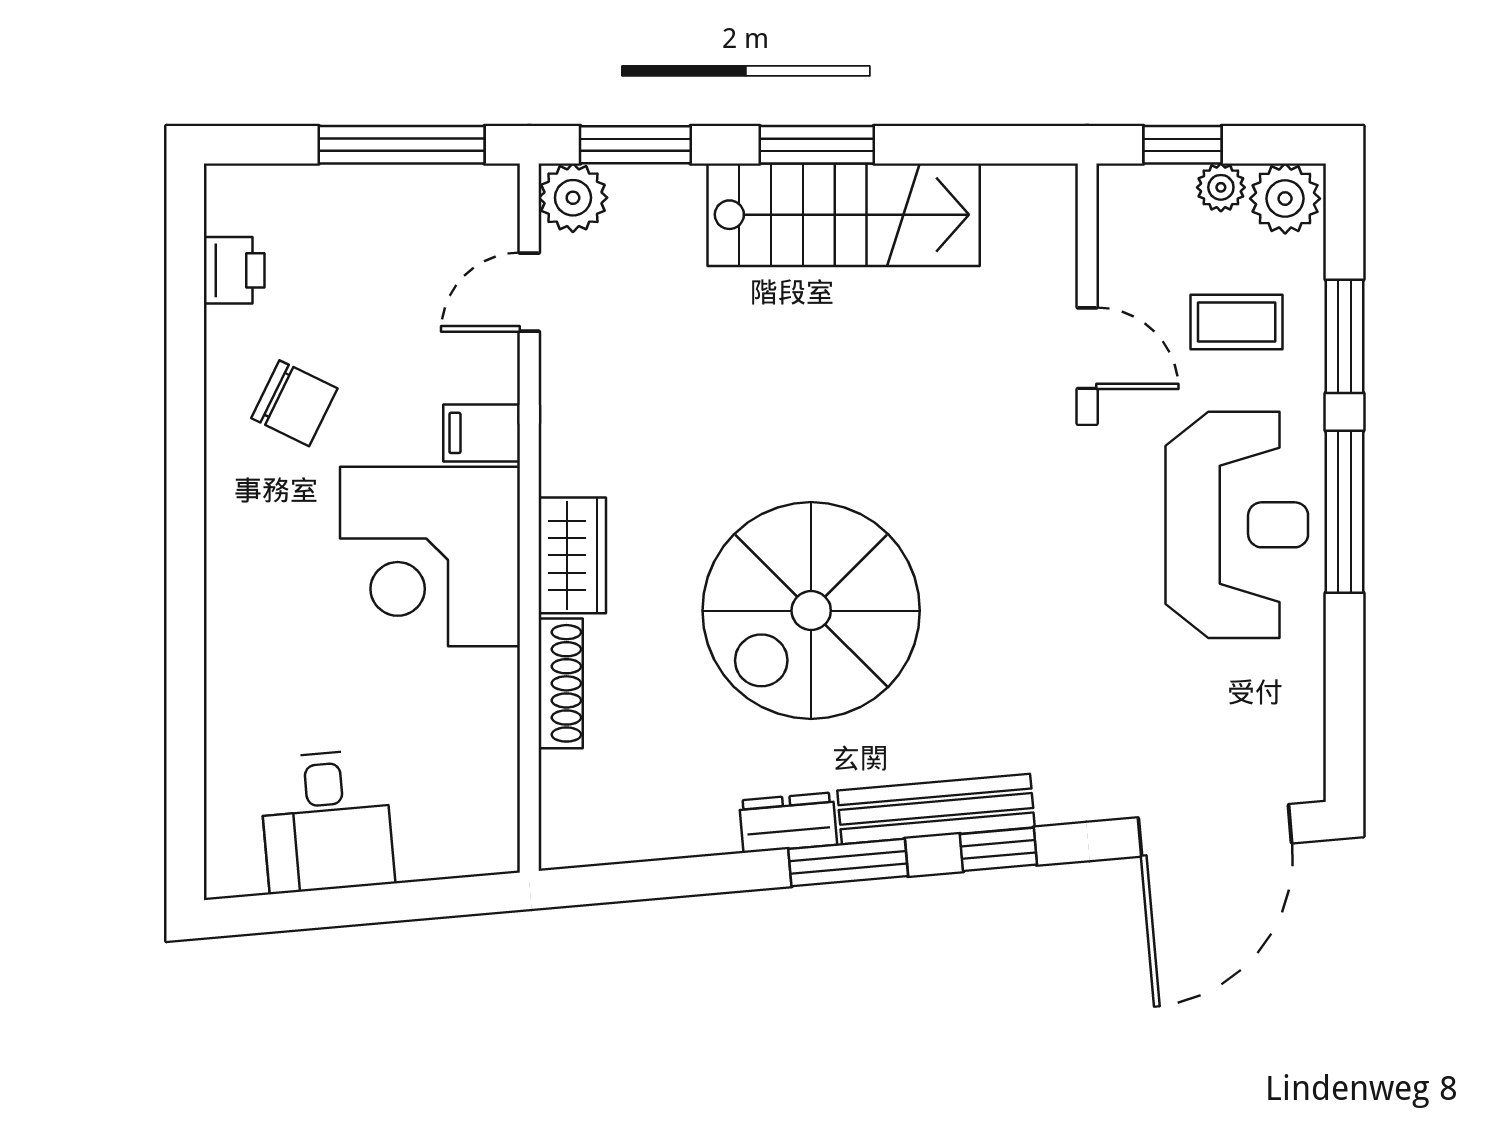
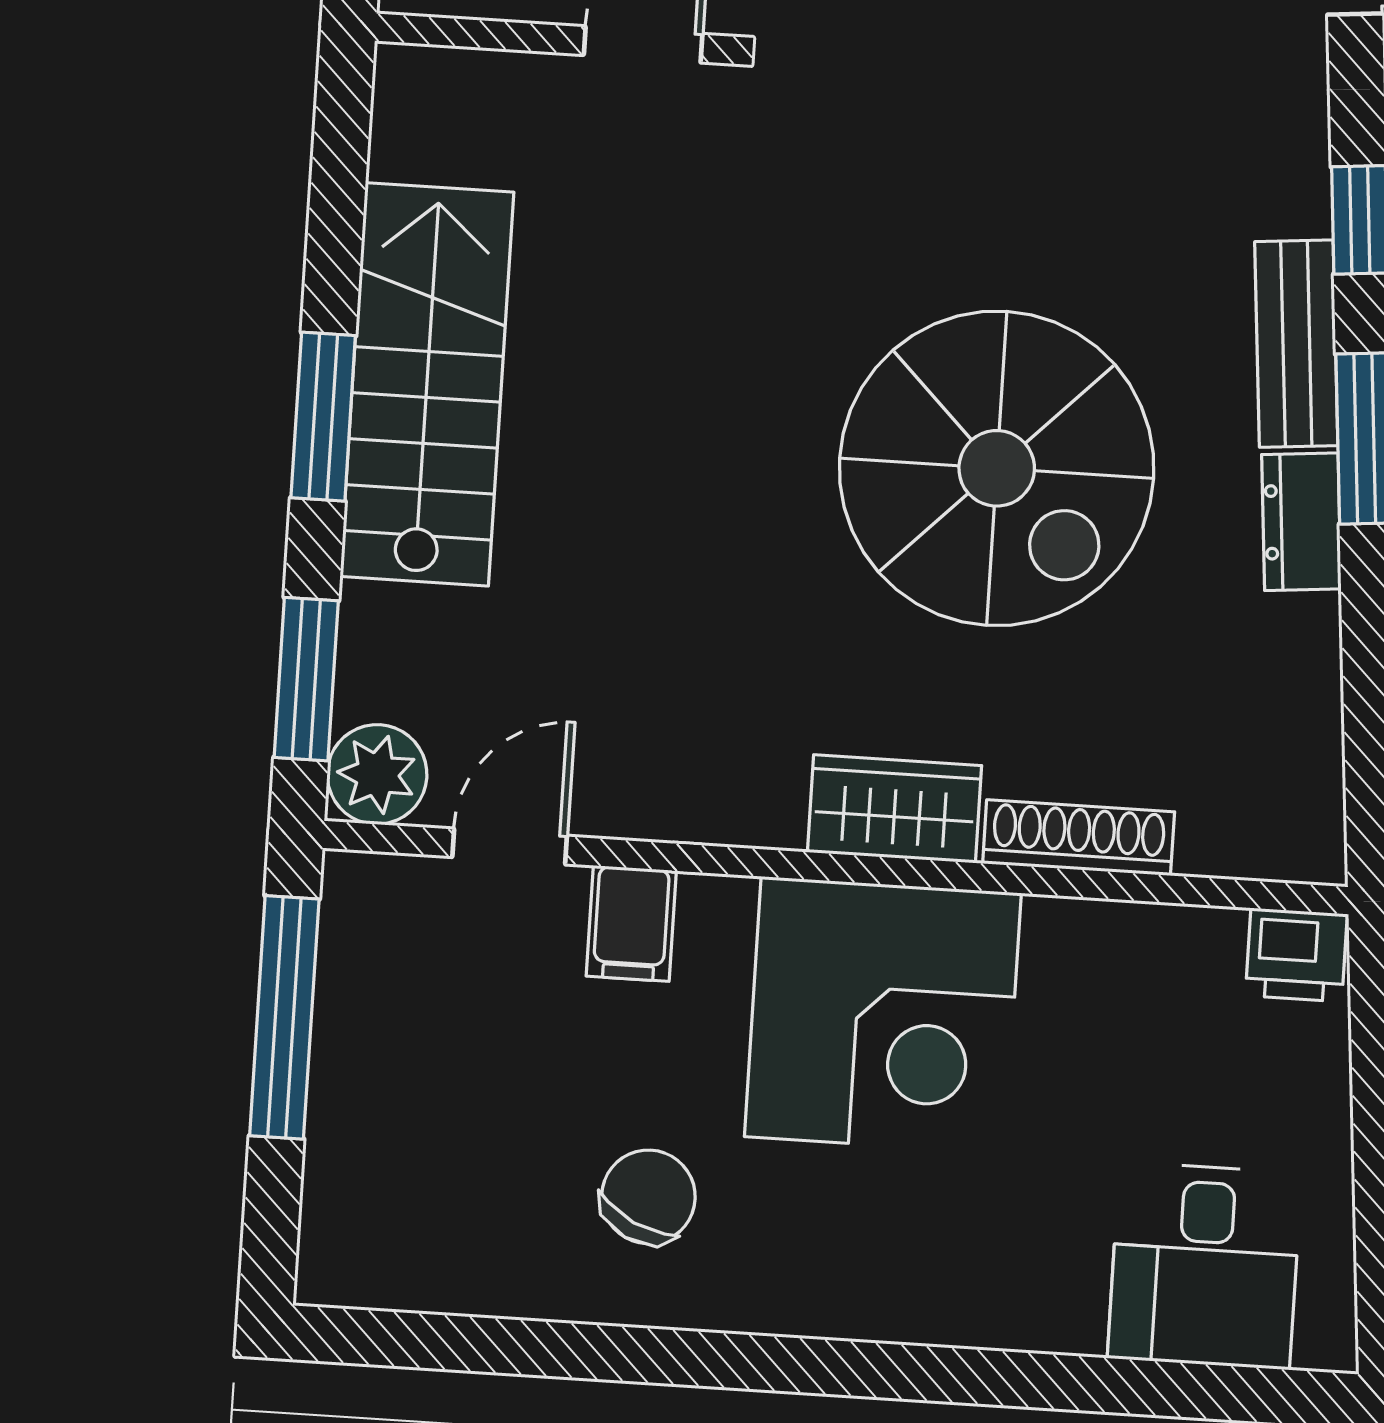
printer: (234, 270) -> (1296, 955), moved, turned 180
door: (529, 292) -> (510, 846), swing flipped
filing cabinet: (482, 433) -> (631, 923), moved
bench: (936, 809) -> (1296, 344), width x0.73
desk: (327, 821) -> (1205, 1266), moved, turned 95

